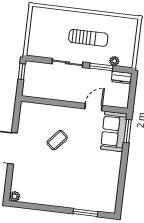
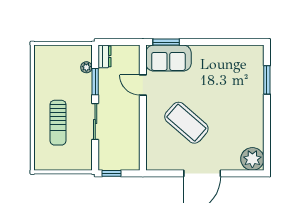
sun lounger: (88, 38) -> (58, 123), moved, turned 180
coffee table: (57, 140) -> (186, 123), width x1.86, depth x1.72
plant: (15, 196) -> (252, 159), width x1.88, depth x1.88

